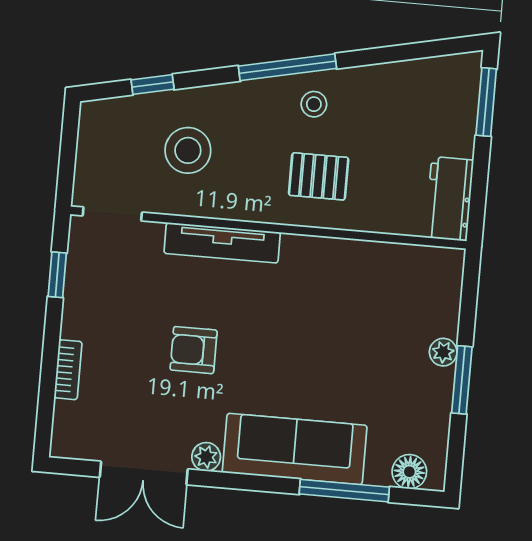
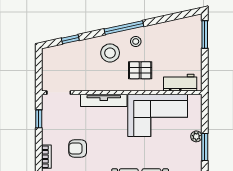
stool: (188, 150) -> (110, 53), moved
workbench: (449, 199) -> (180, 83), moved, turned 90
corner sofa: (352, 292) -> (158, 115), added
armchair: (194, 350) -> (78, 148), moved

